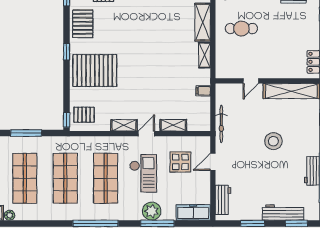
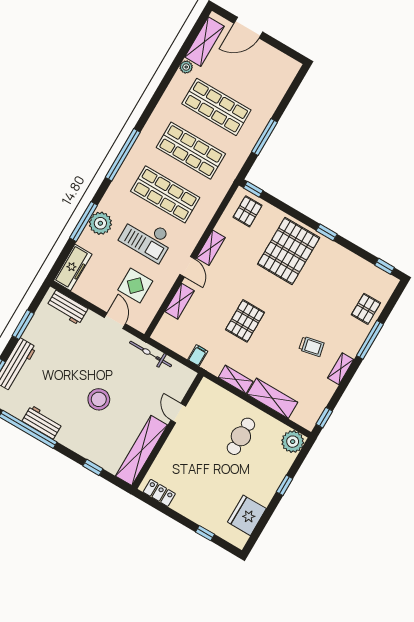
trolley: (151, 16) -> (311, 346), added
pallet: (83, 24) -> (245, 321), moved, turned 90

